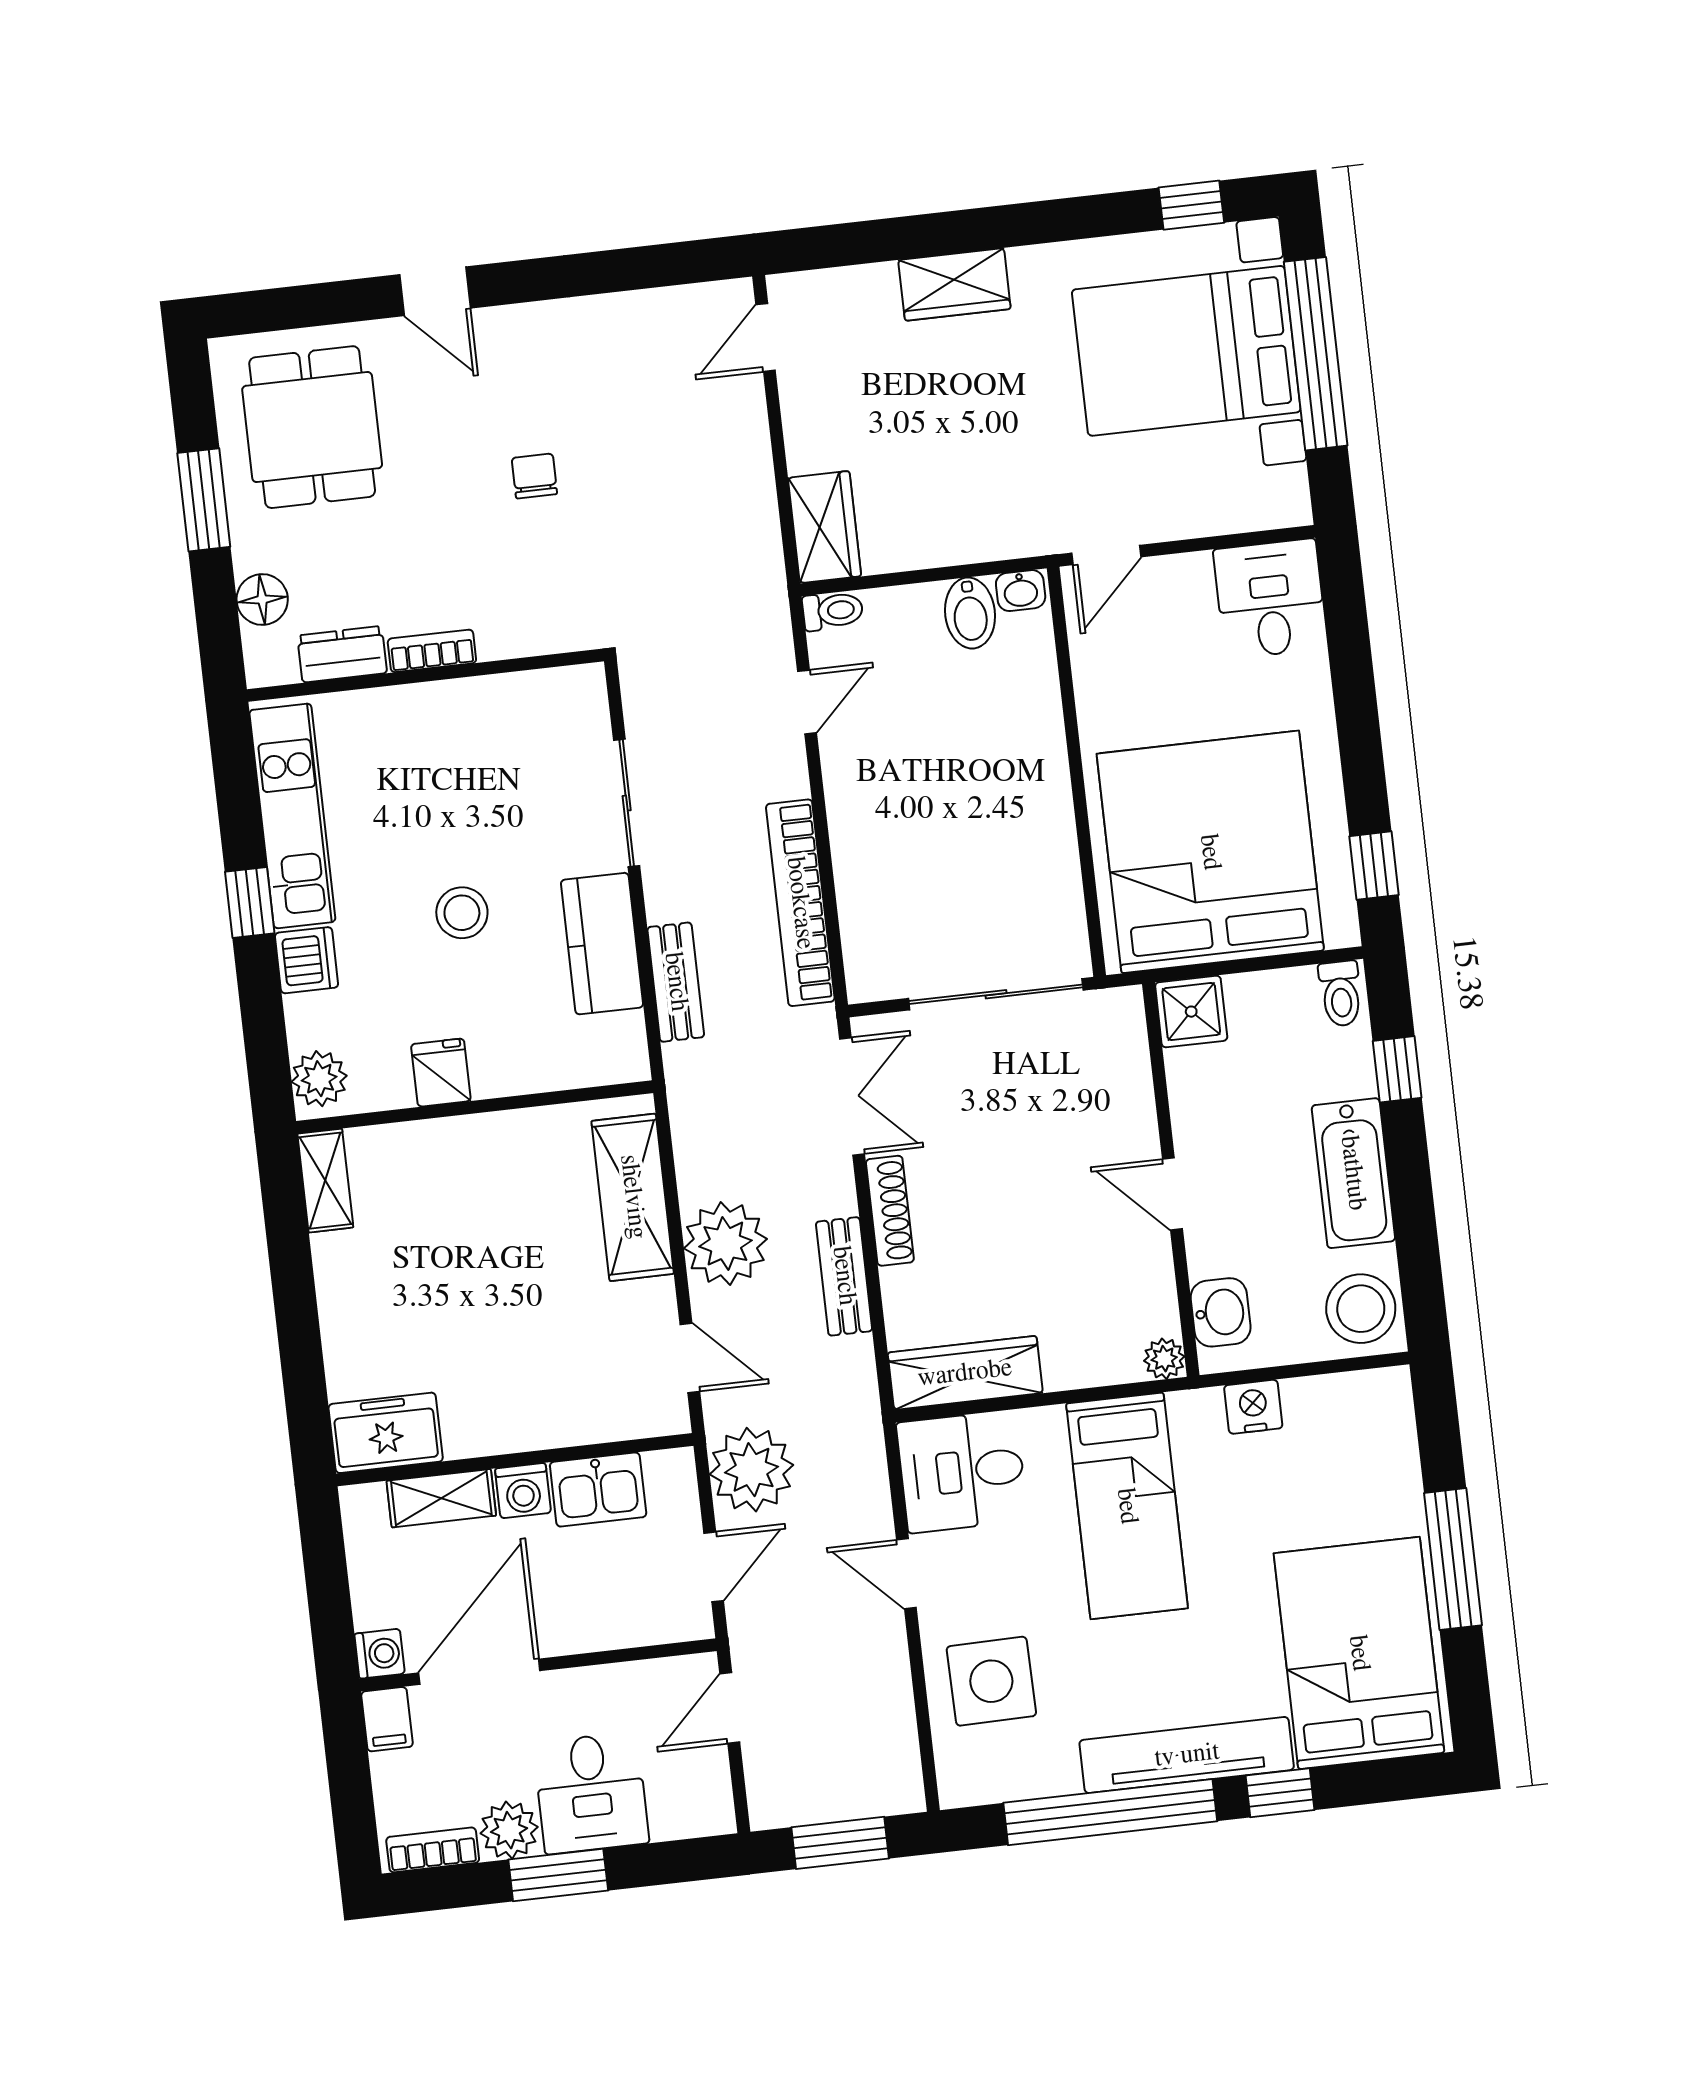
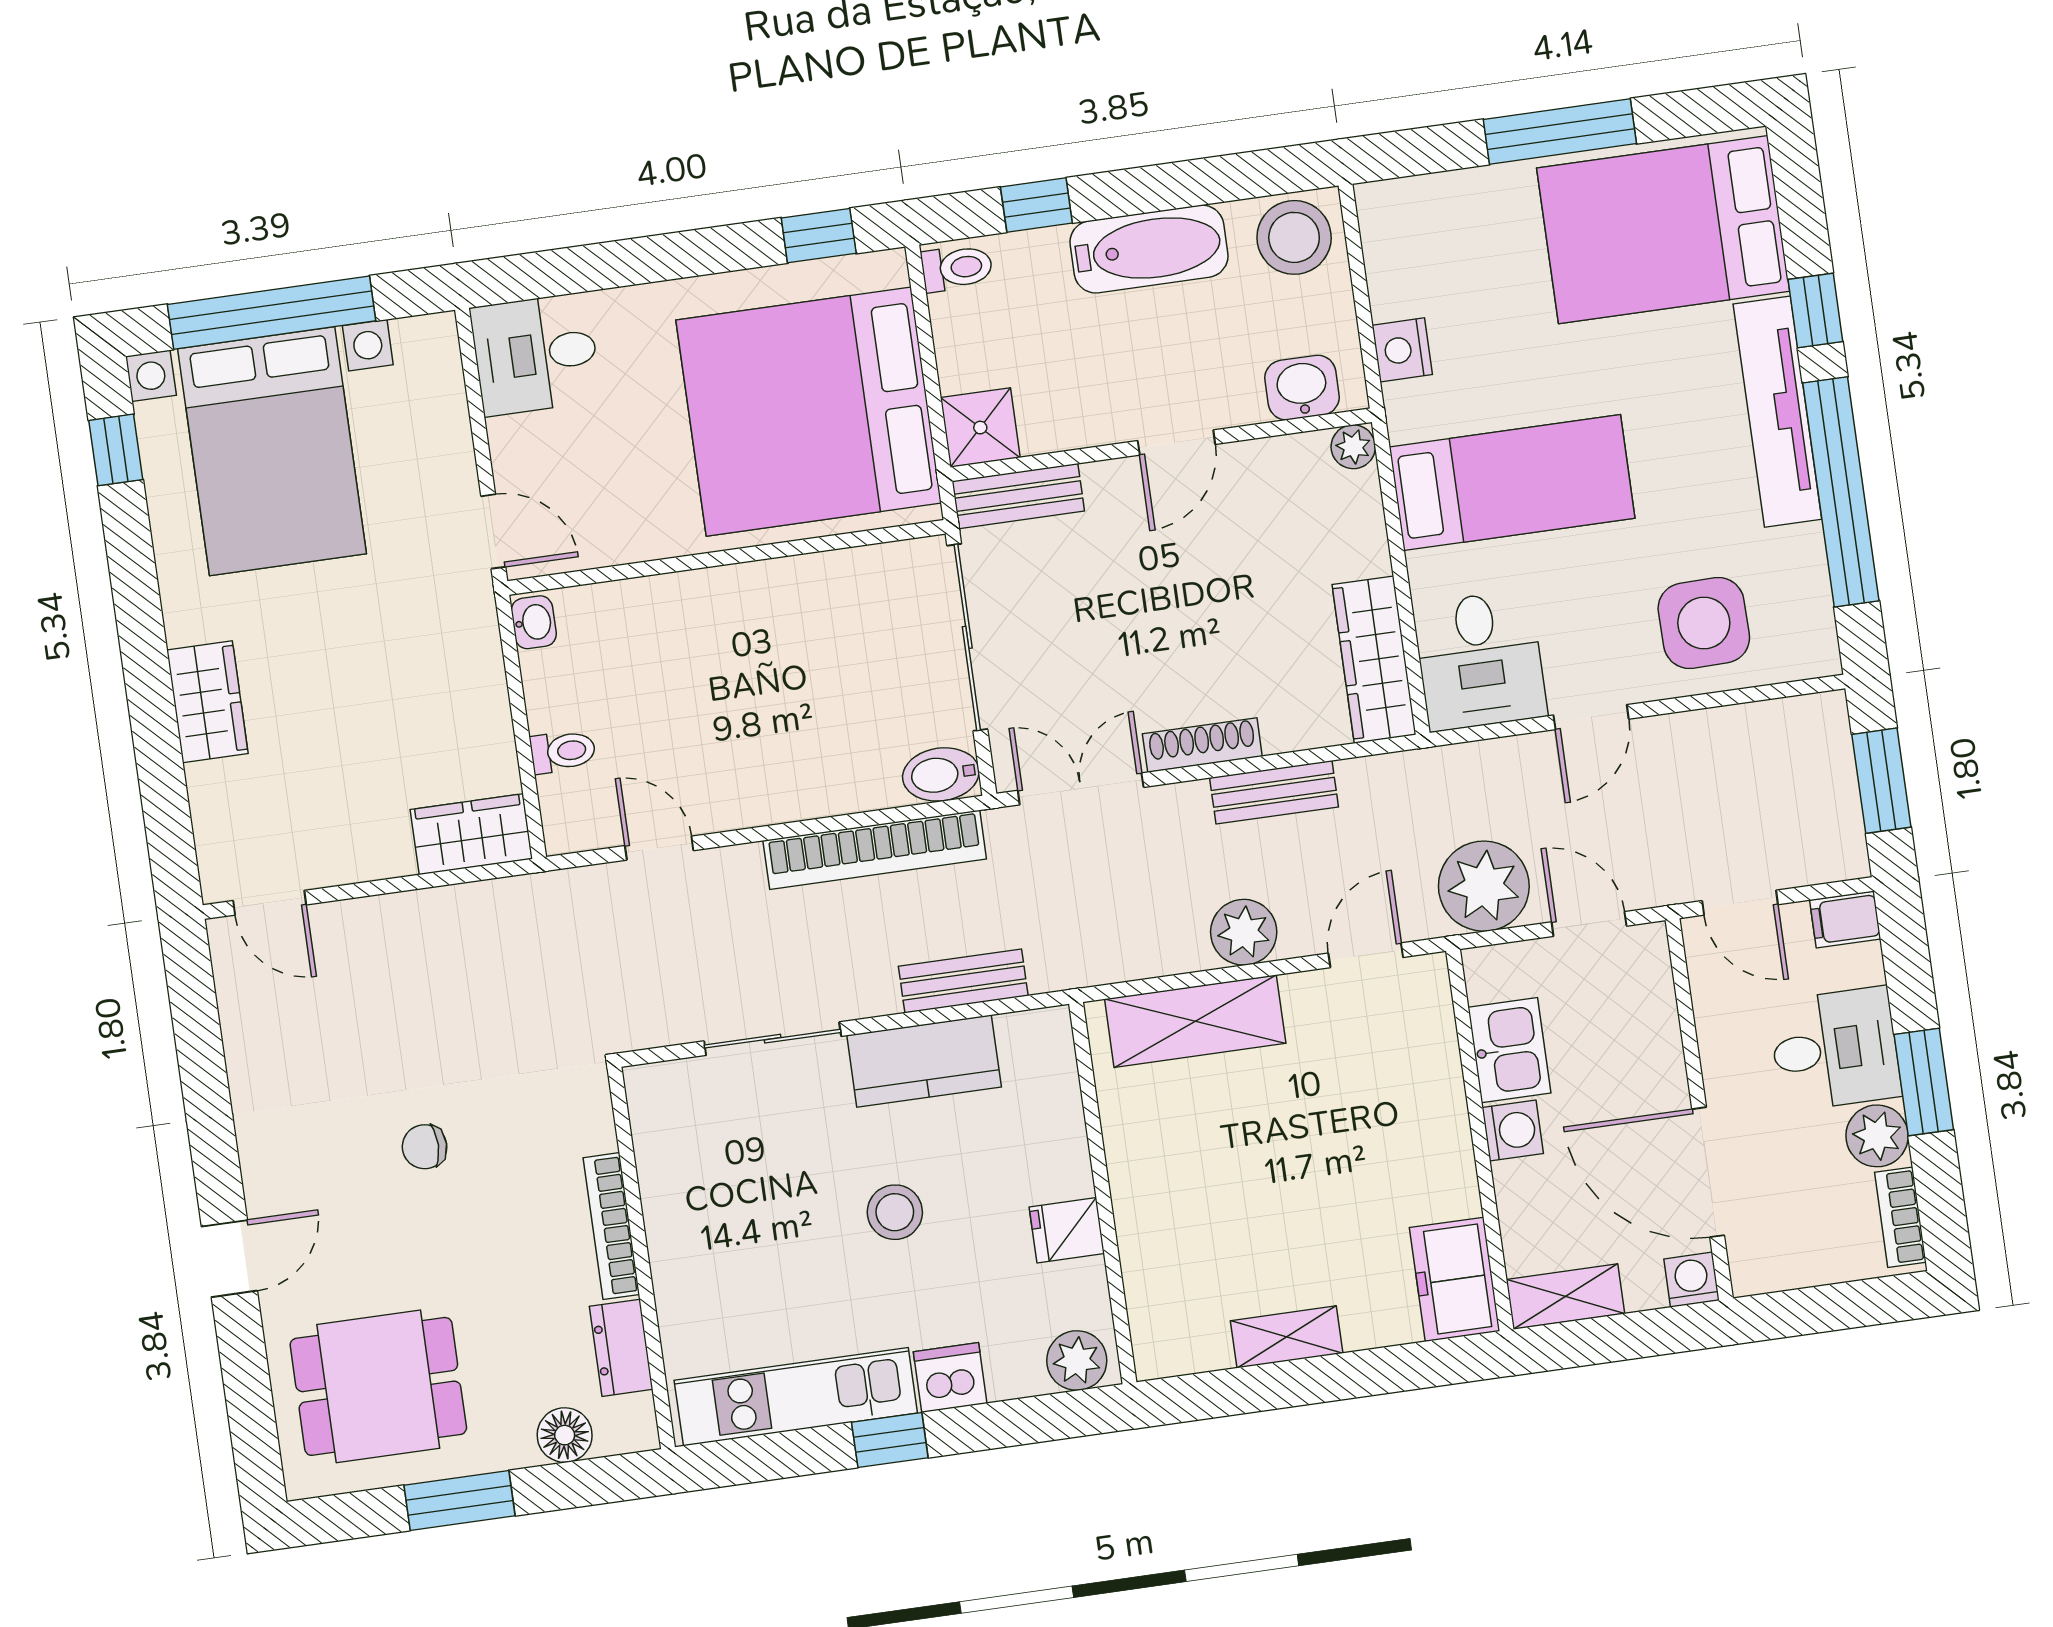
toilet: (833, 611) -> (563, 751), moved, turned 90
bidet: (970, 613) -> (941, 774), moved, turned 180
bookcase: (432, 651) -> (611, 1226), width x1.56
bench: (1126, 1045) -> (1018, 496), added
shelving: (325, 1181) -> (1287, 1337), moved
plant: (725, 1244) -> (1244, 932), width x0.73, depth x0.73
shelving: (441, 1498) -> (1565, 1297), moved, turned 90
filing cabinet: (387, 1719) -> (1845, 919), moved, turned 180

